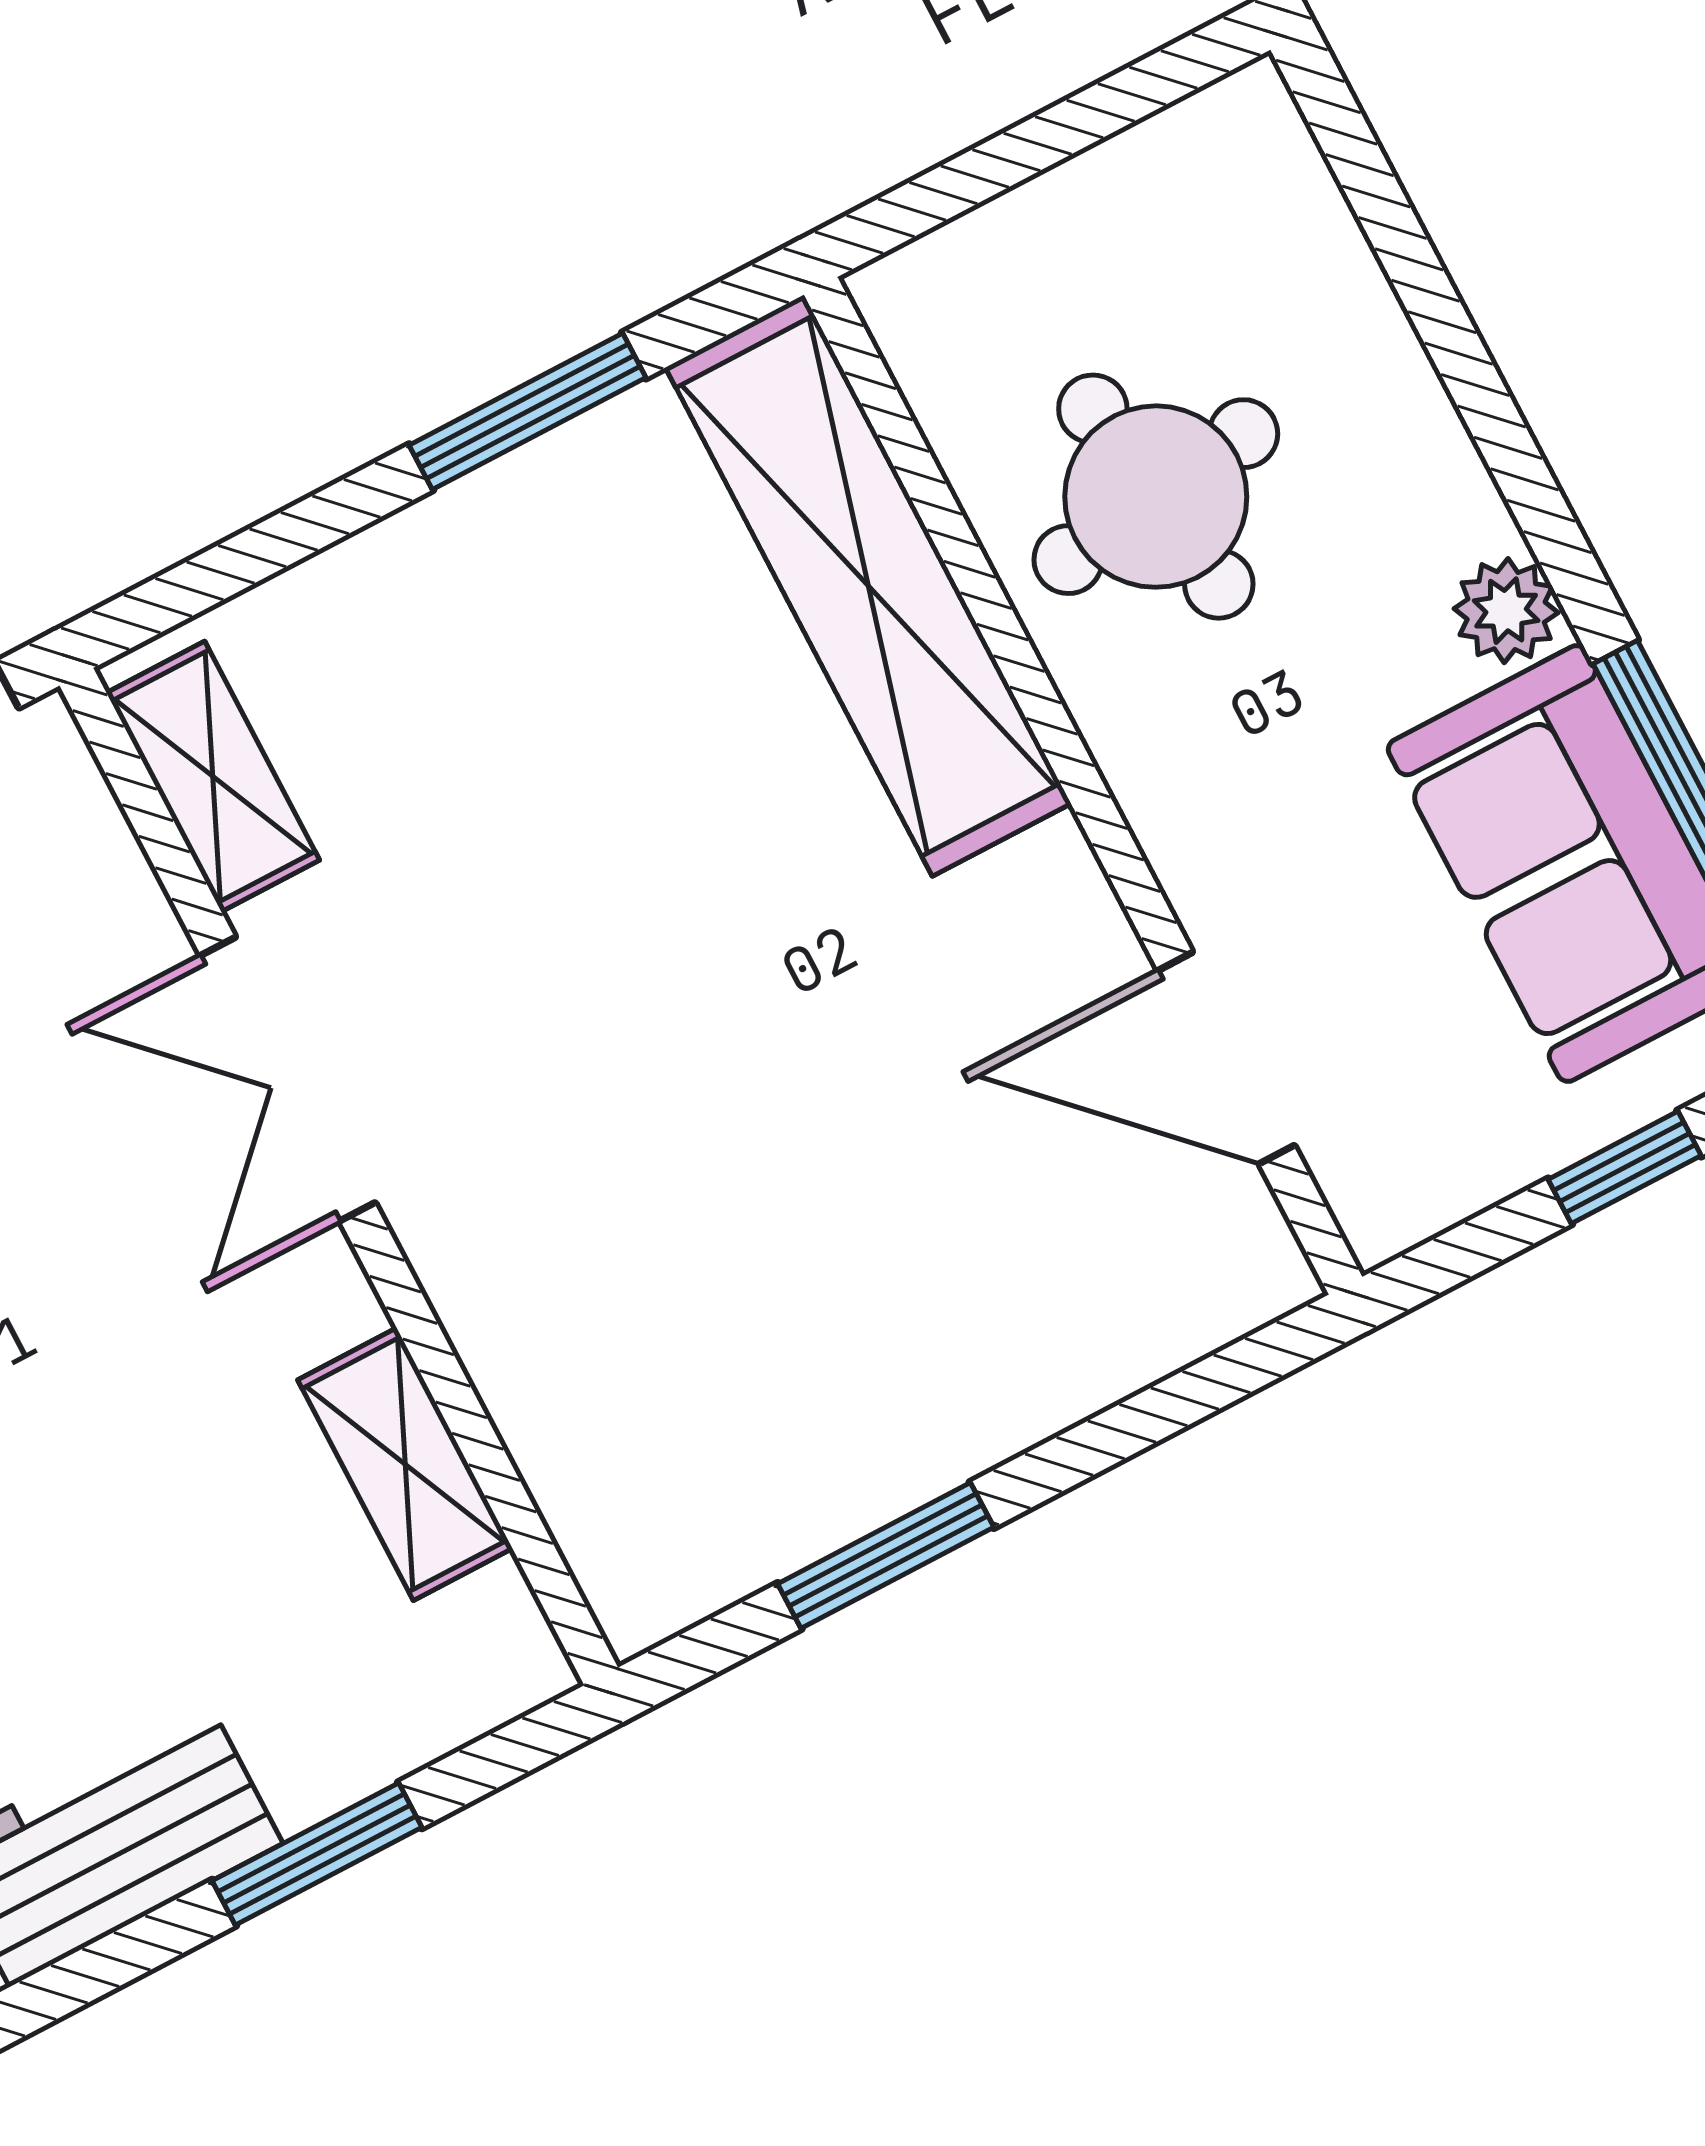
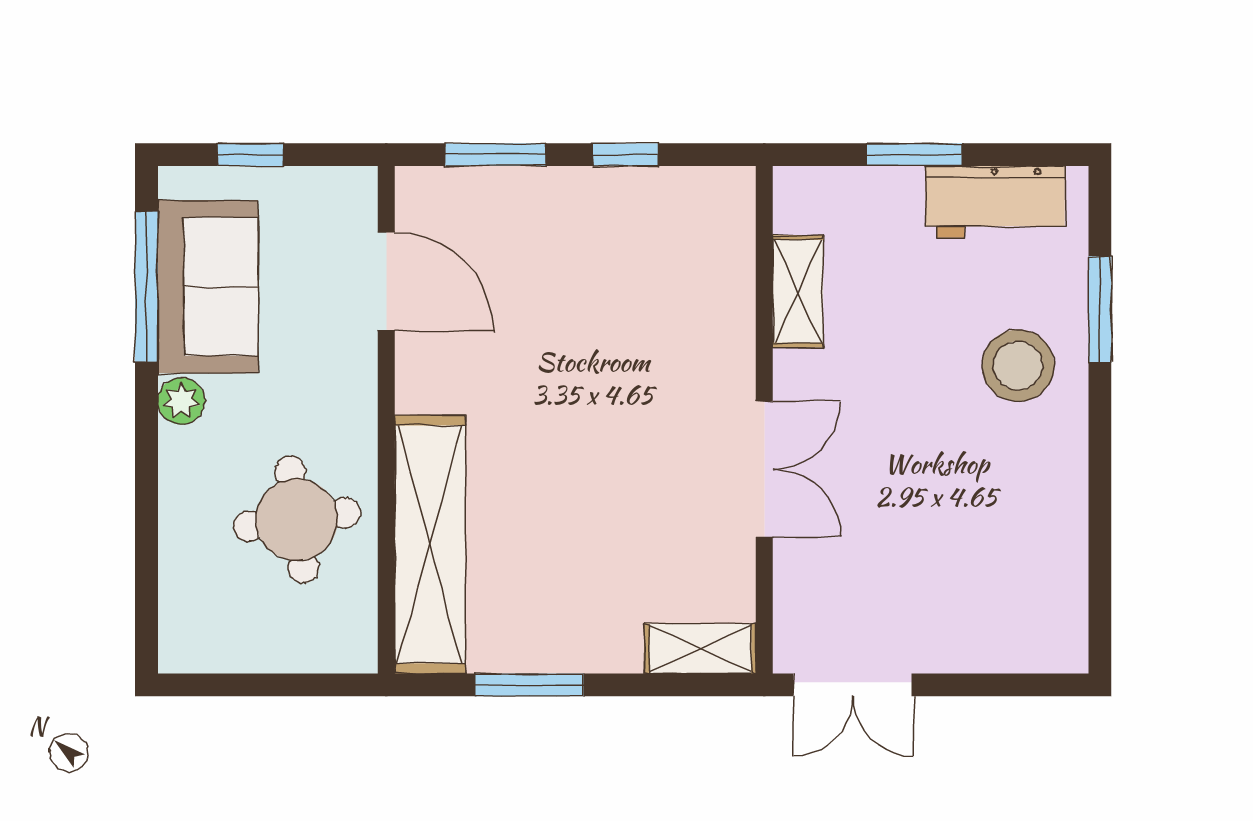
shelving: (213, 776) -> (700, 649), moved, turned 90
window: (1142, 1421) -> (496, 155), added
window: (886, 1555) -> (626, 155), width x0.67

